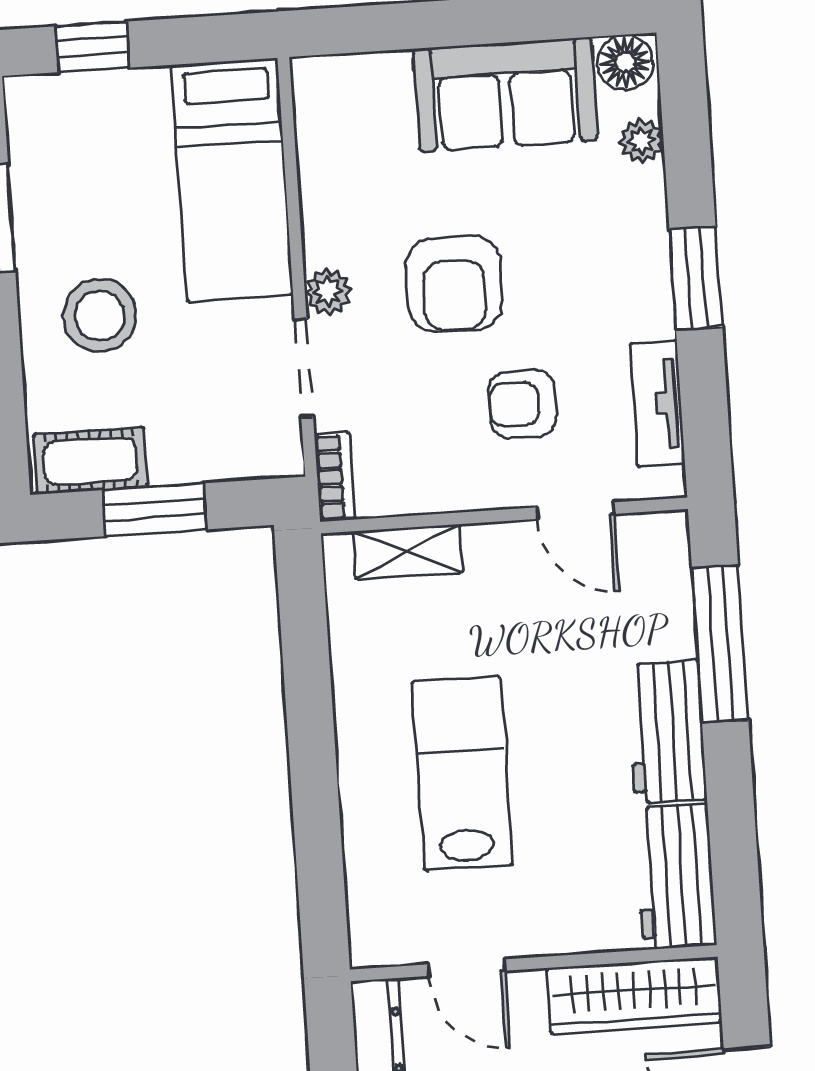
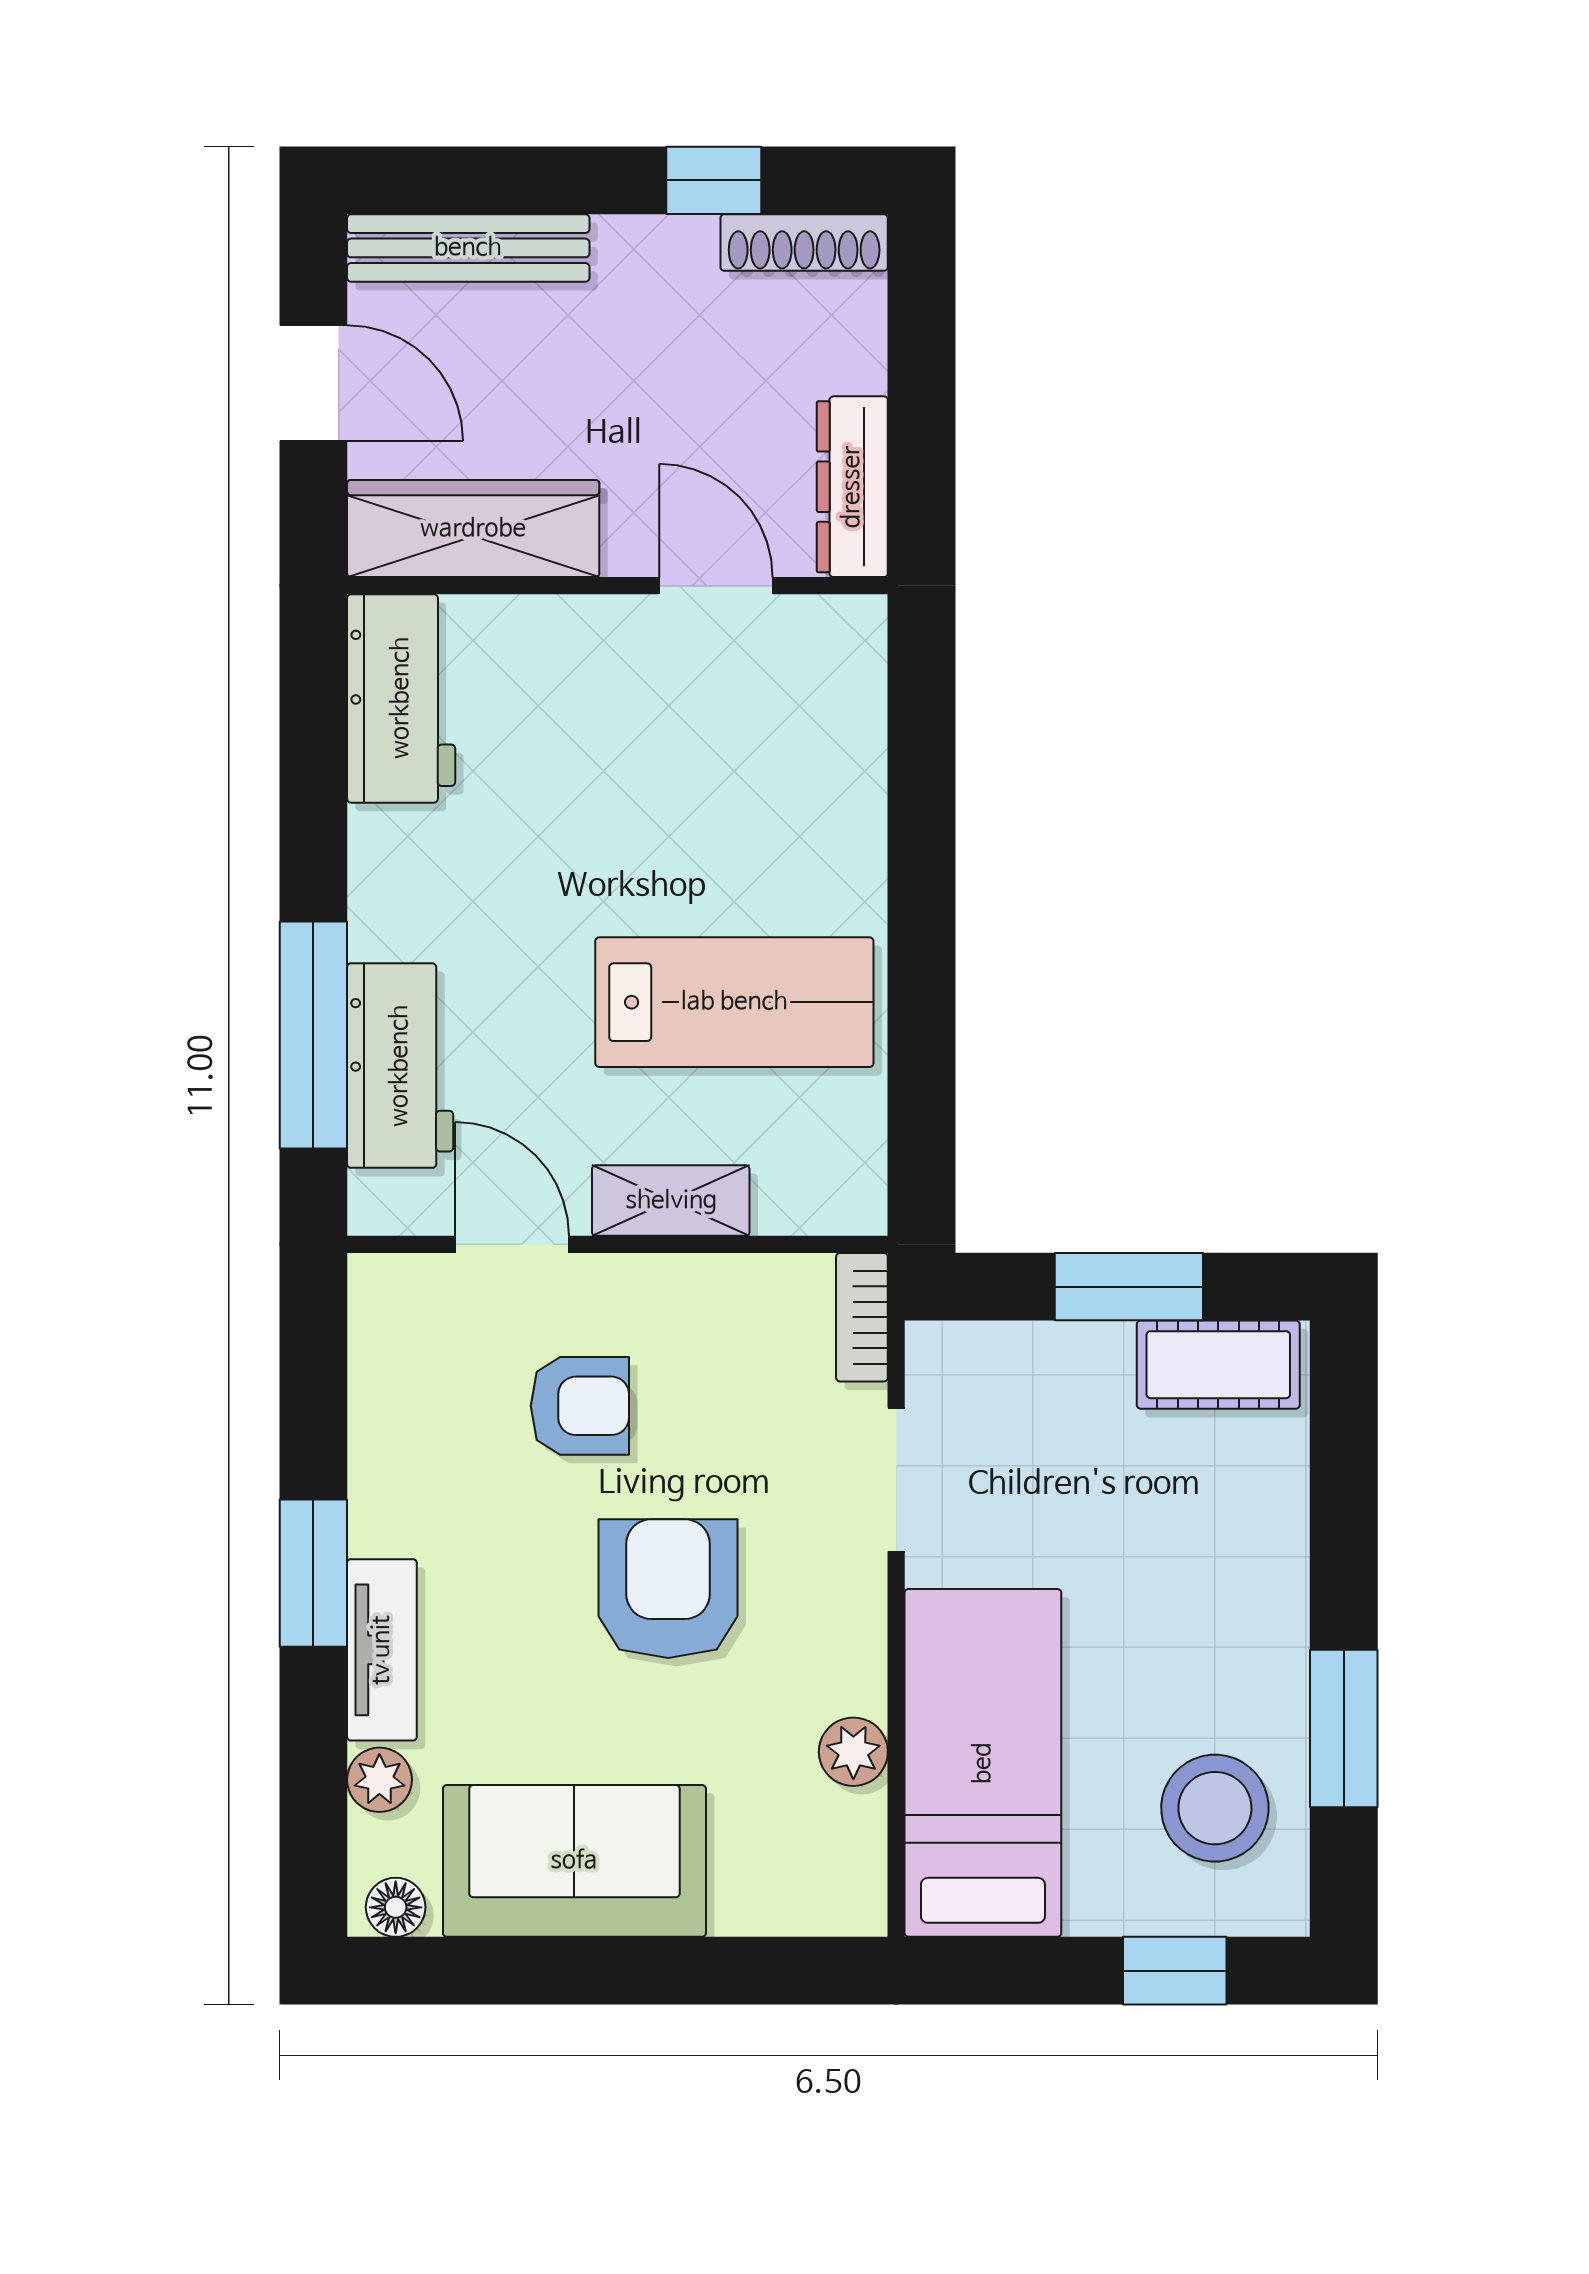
floor lamp: (625, 62) -> (396, 1907), width x0.73, depth x0.73
plant: (328, 292) -> (853, 1752), moved
stool: (100, 316) -> (1215, 1808), moved
tv unit: (657, 404) -> (382, 1650), moved
shelving: (408, 552) -> (671, 1201), moved
workbench: (667, 732) -> (400, 1066), moved
lab bench: (462, 773) -> (734, 1002), moved, turned -90

